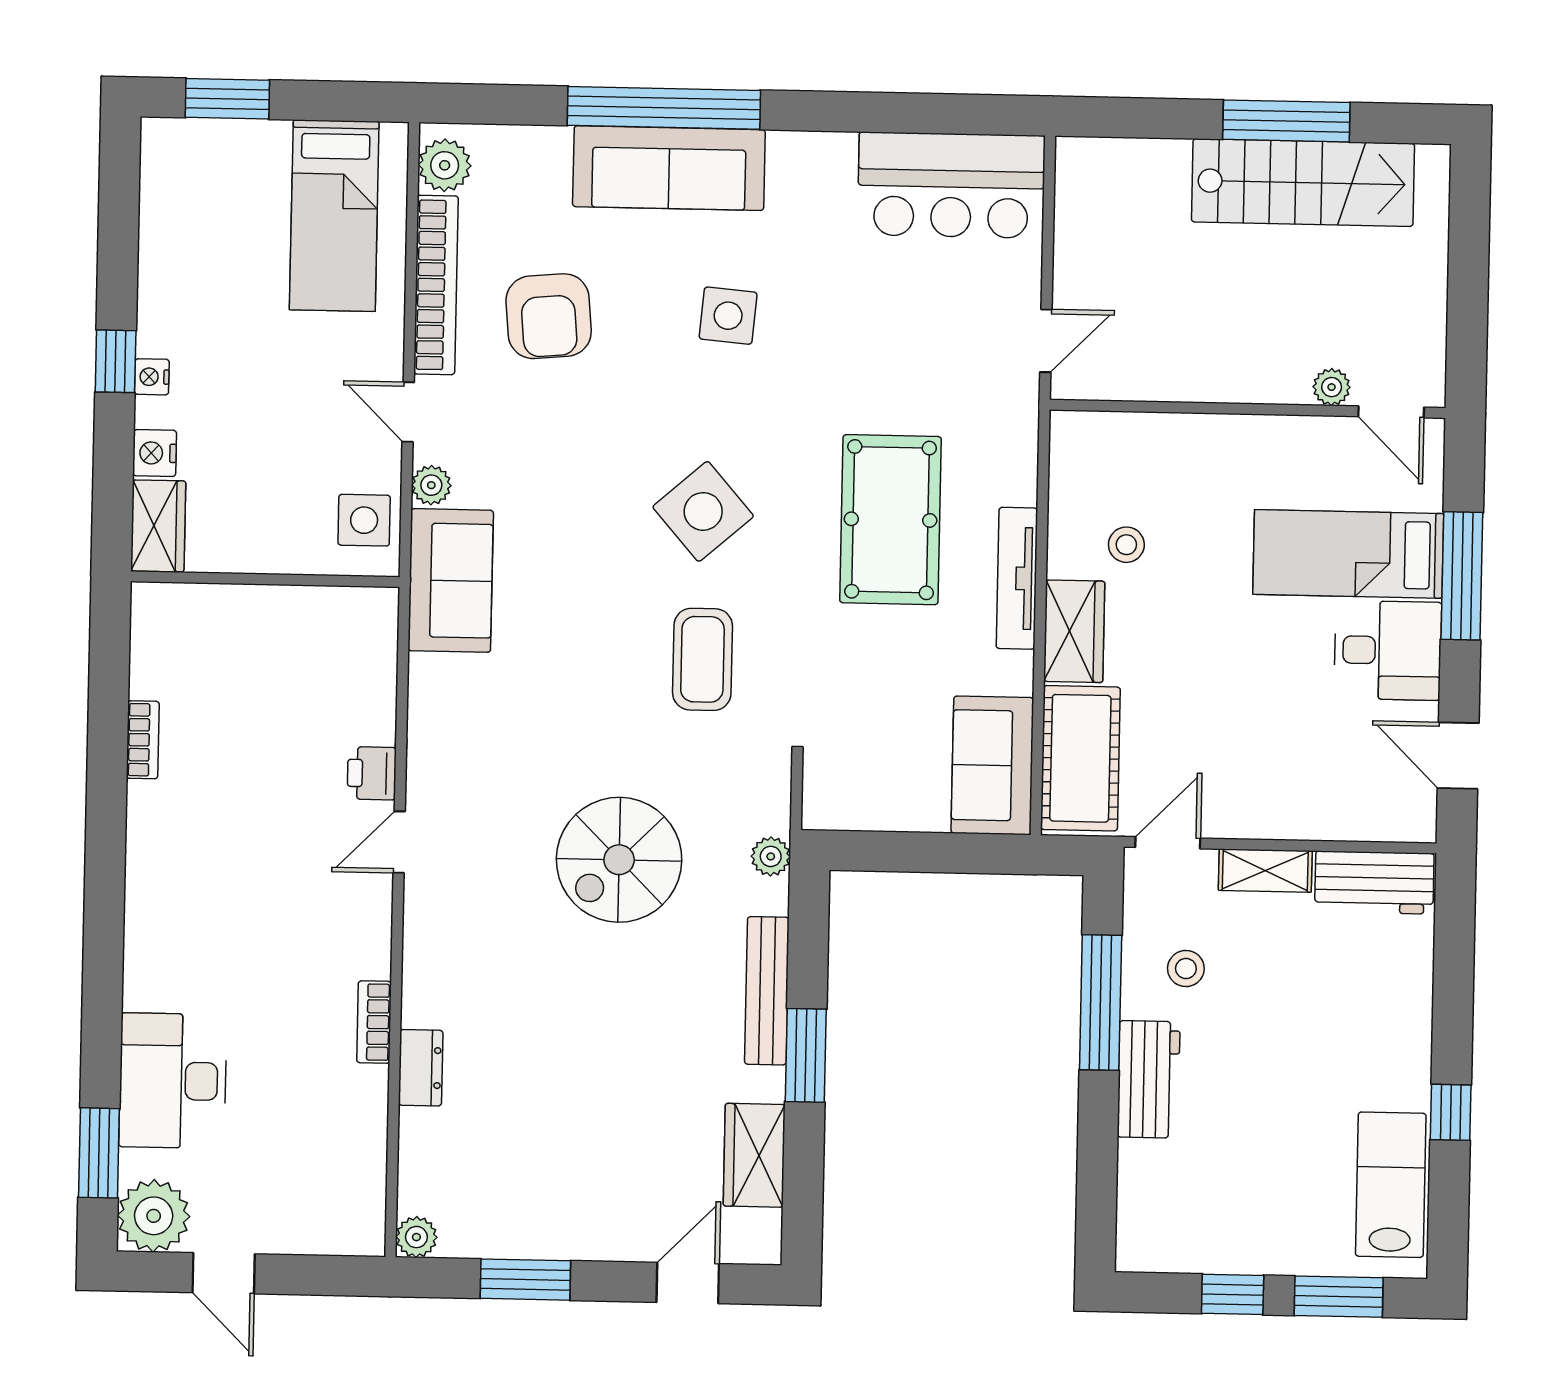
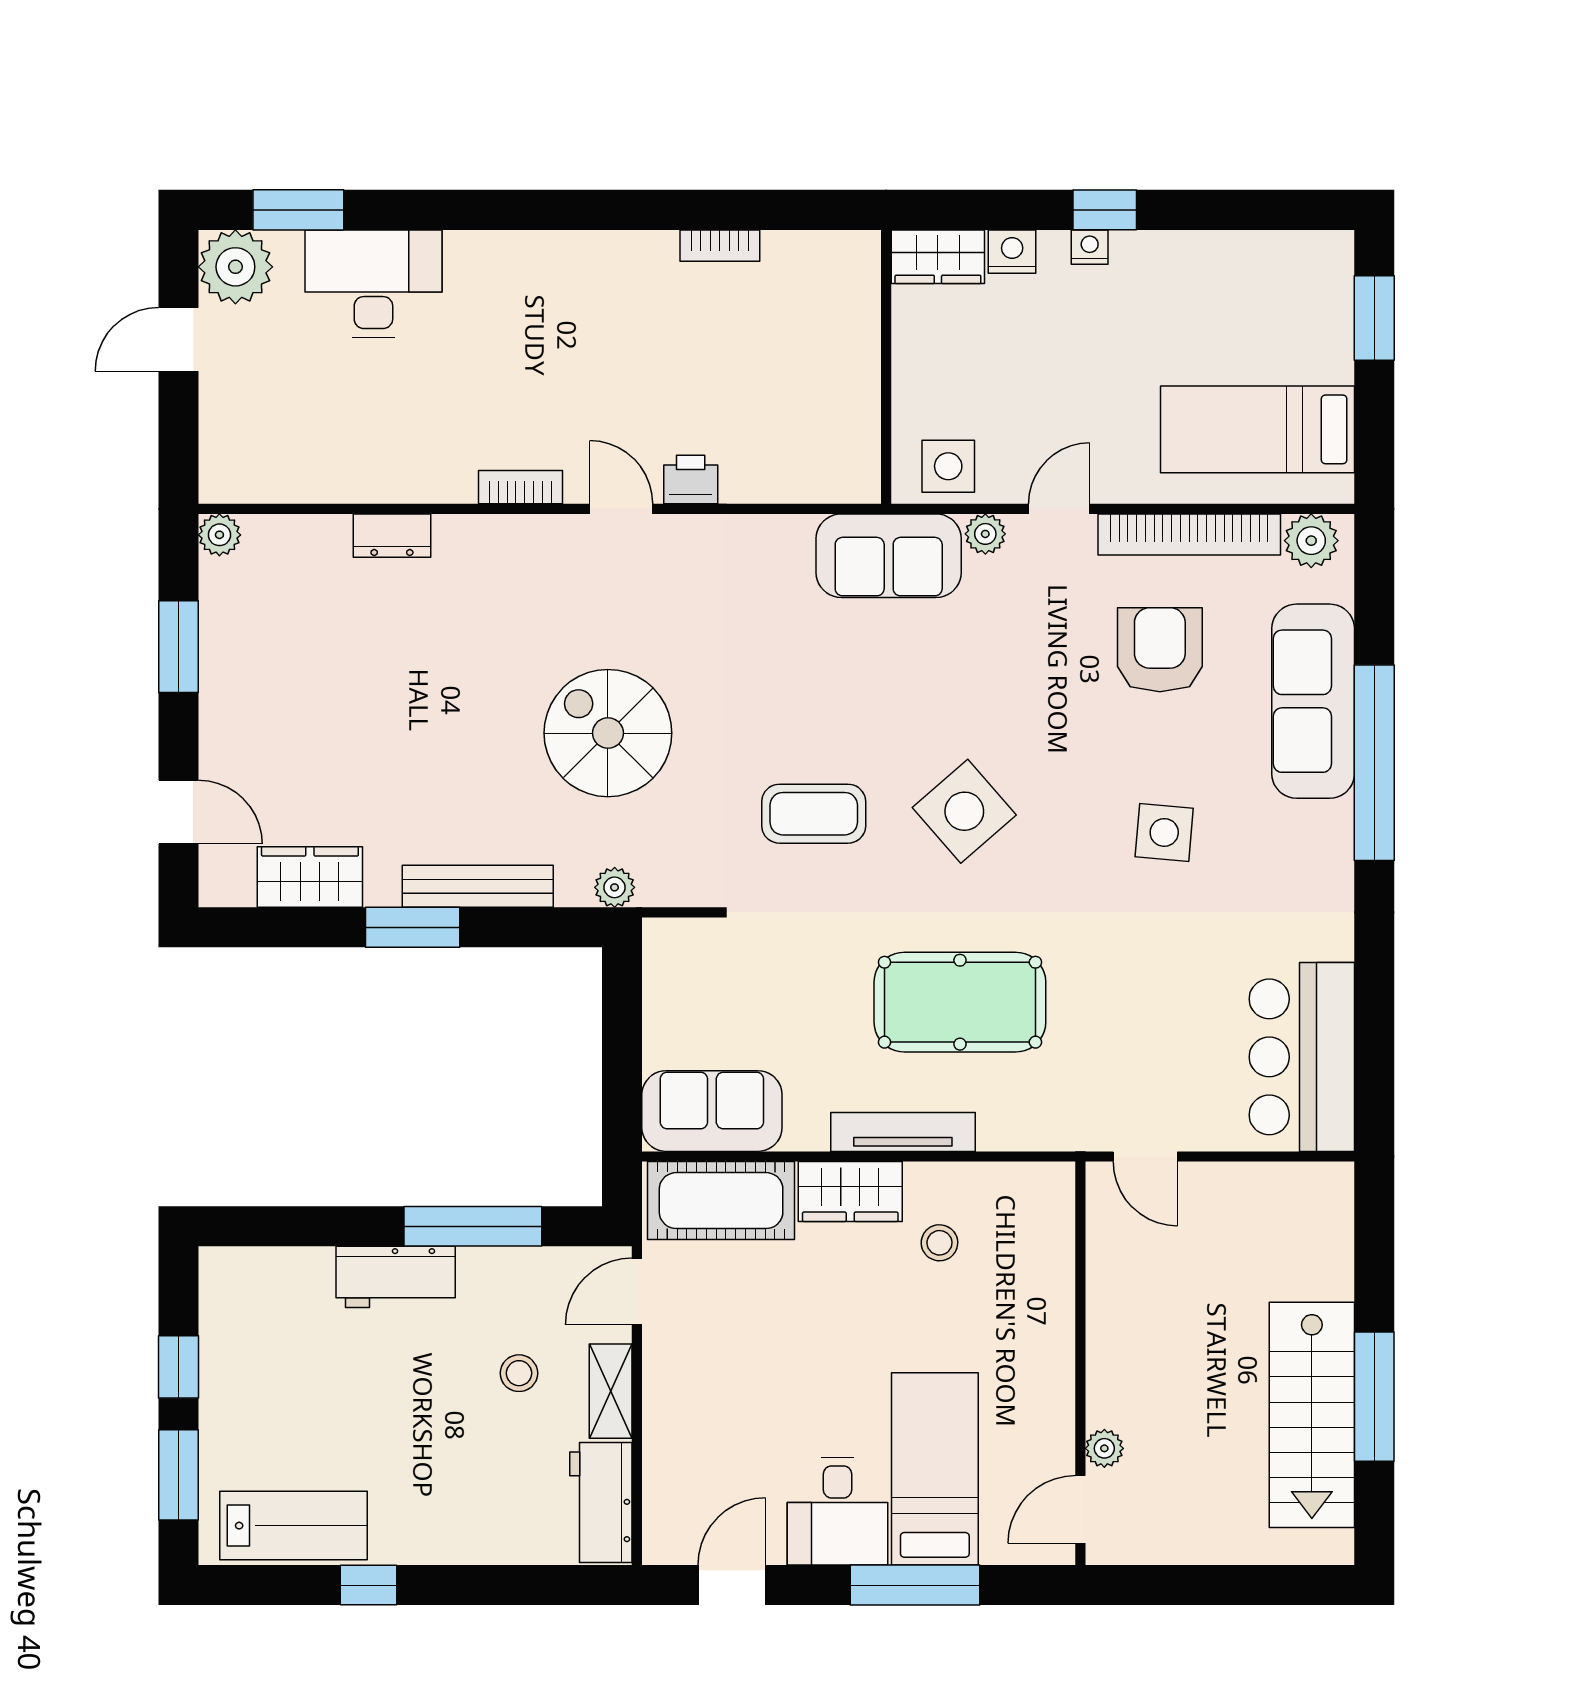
sofa: (669, 168) -> (1313, 701), moved
armchair: (549, 316) -> (1160, 650), turned 95
door: (1168, 843) -> (637, 1291), swing flipped
stool: (1186, 969) -> (519, 1373), moved
bookcase: (374, 1022) -> (520, 487), moved

